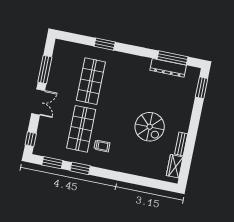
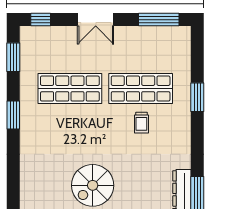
window: (45, 69) -> (159, 20), moved
trolley: (102, 146) -> (141, 123), moved
window: (80, 168) -> (13, 115), moved

